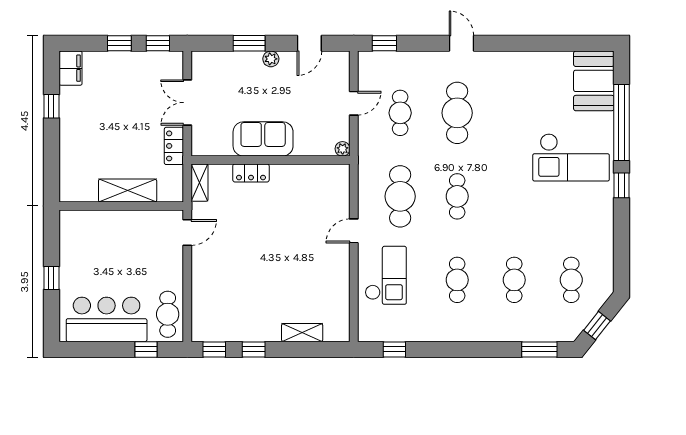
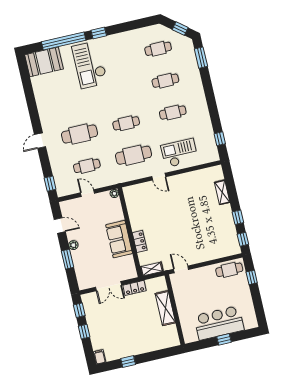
filing cabinet: (71, 68) -> (100, 357), width x0.50
checkout: (571, 157) -> (90, 65), turned 180
bar counter: (107, 319) -> (219, 323), moved, turned 90

